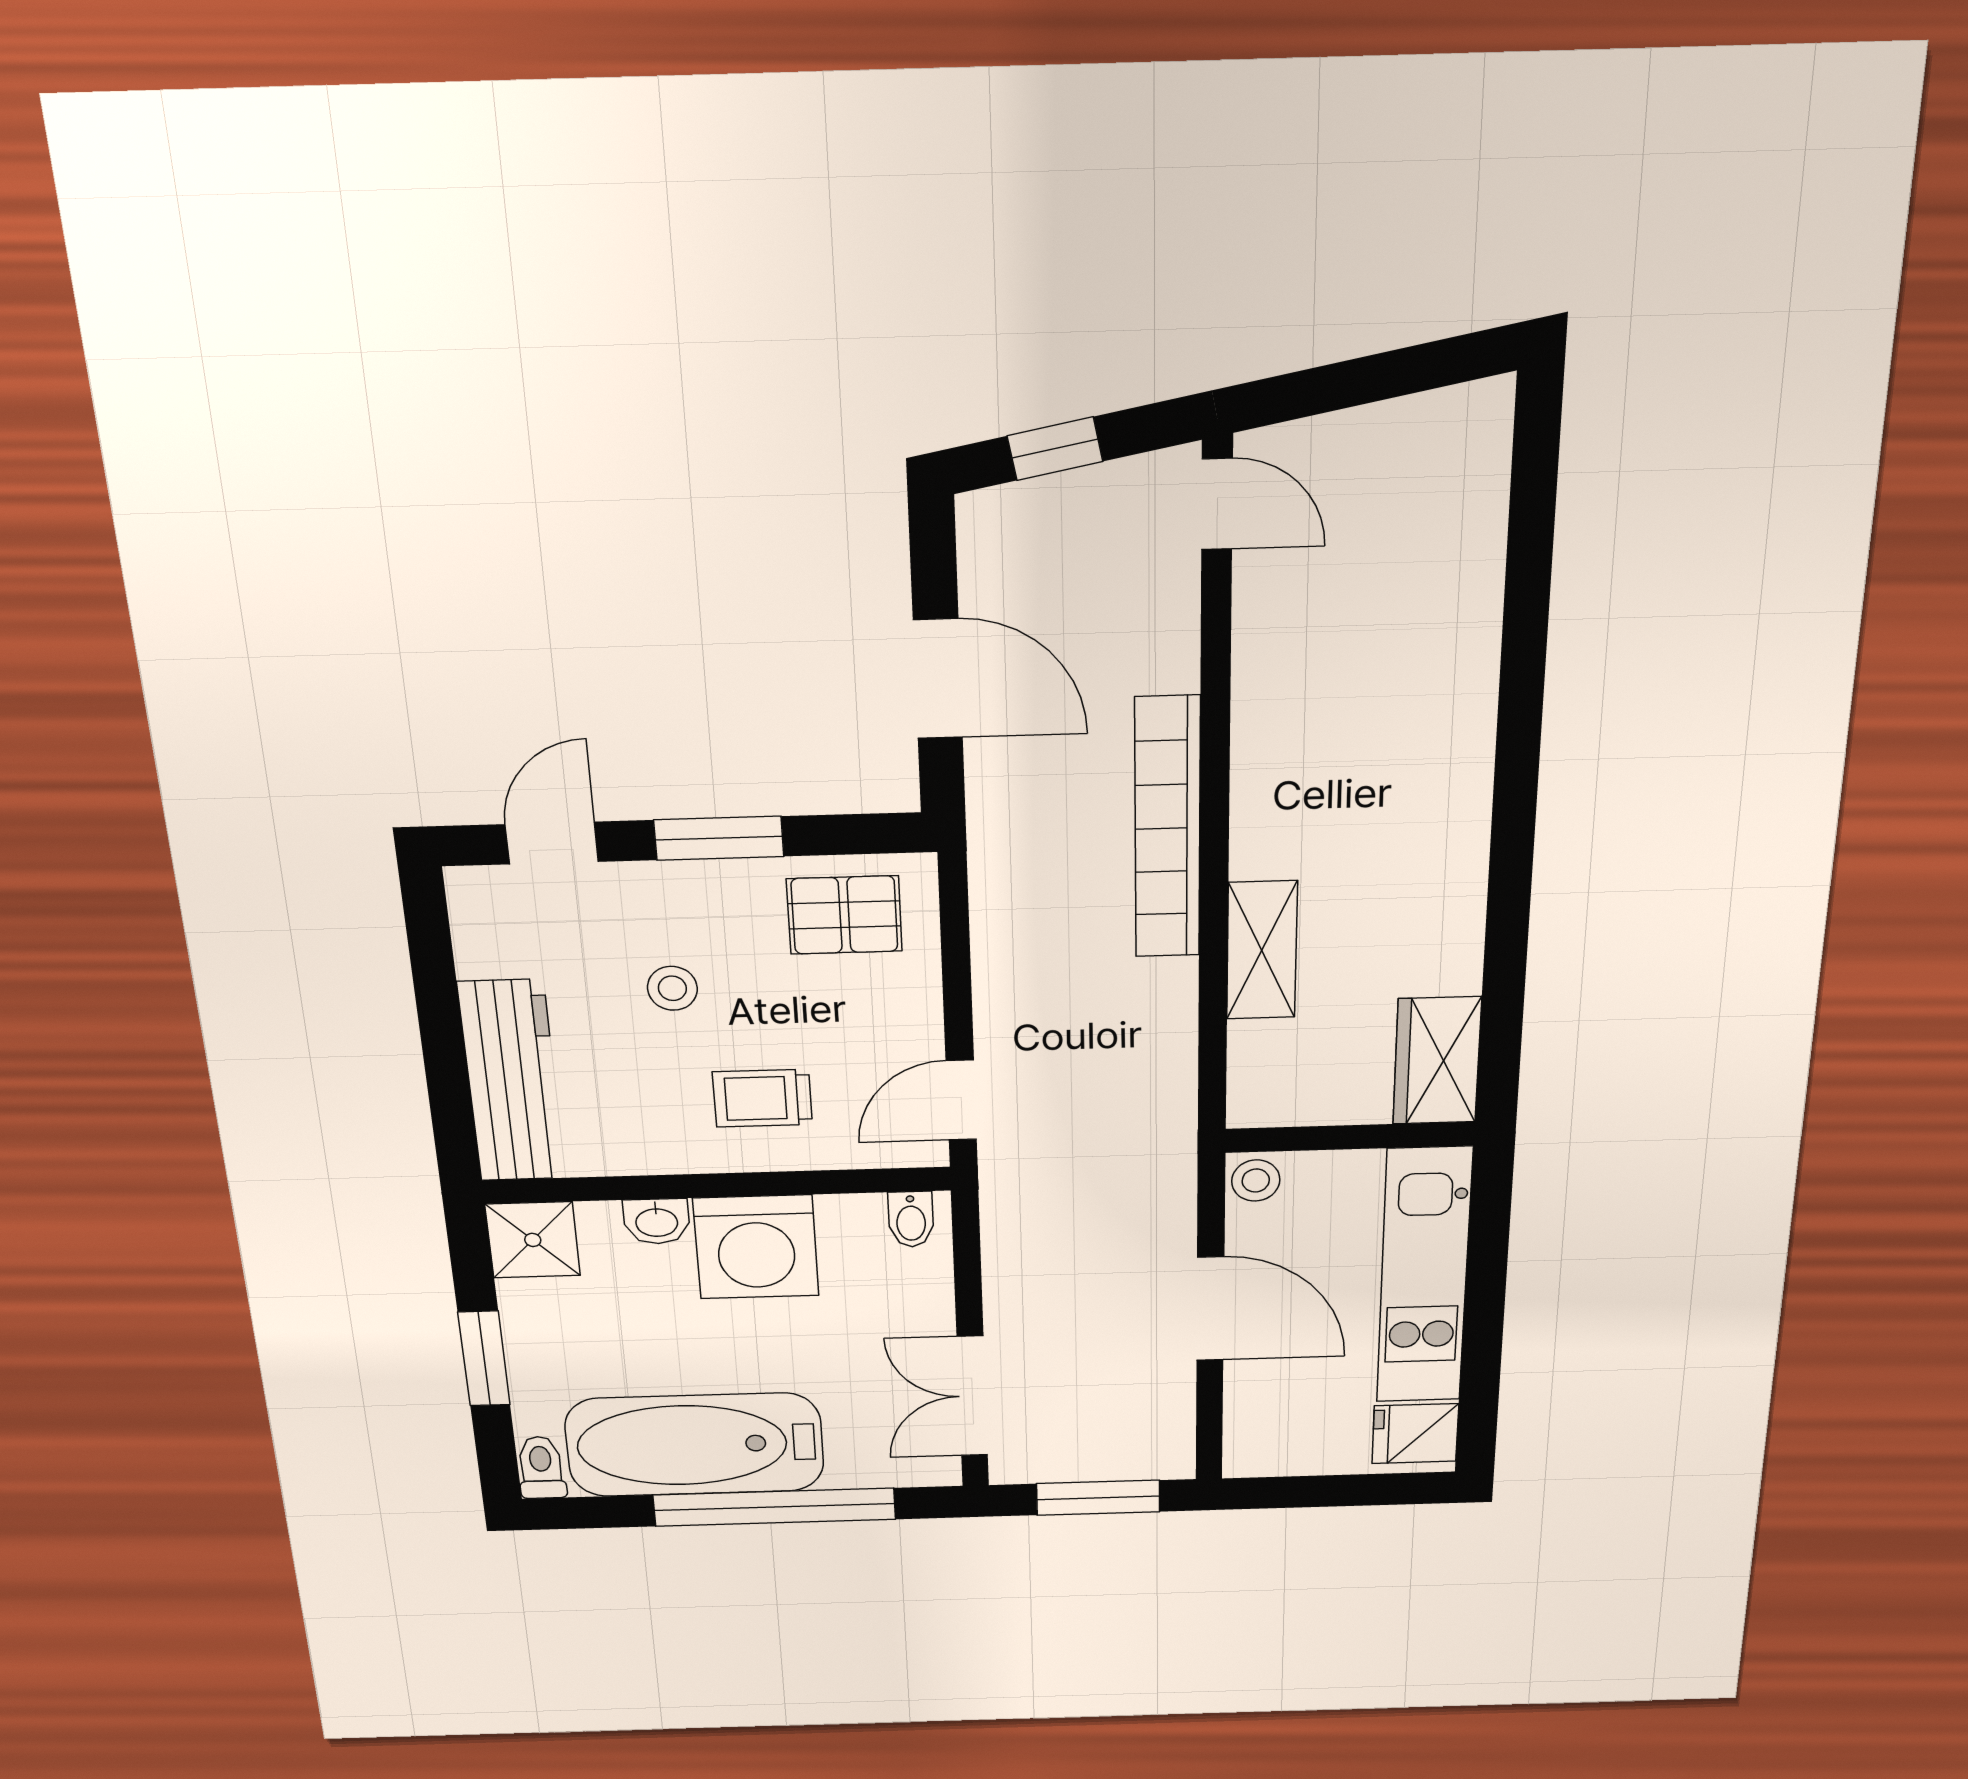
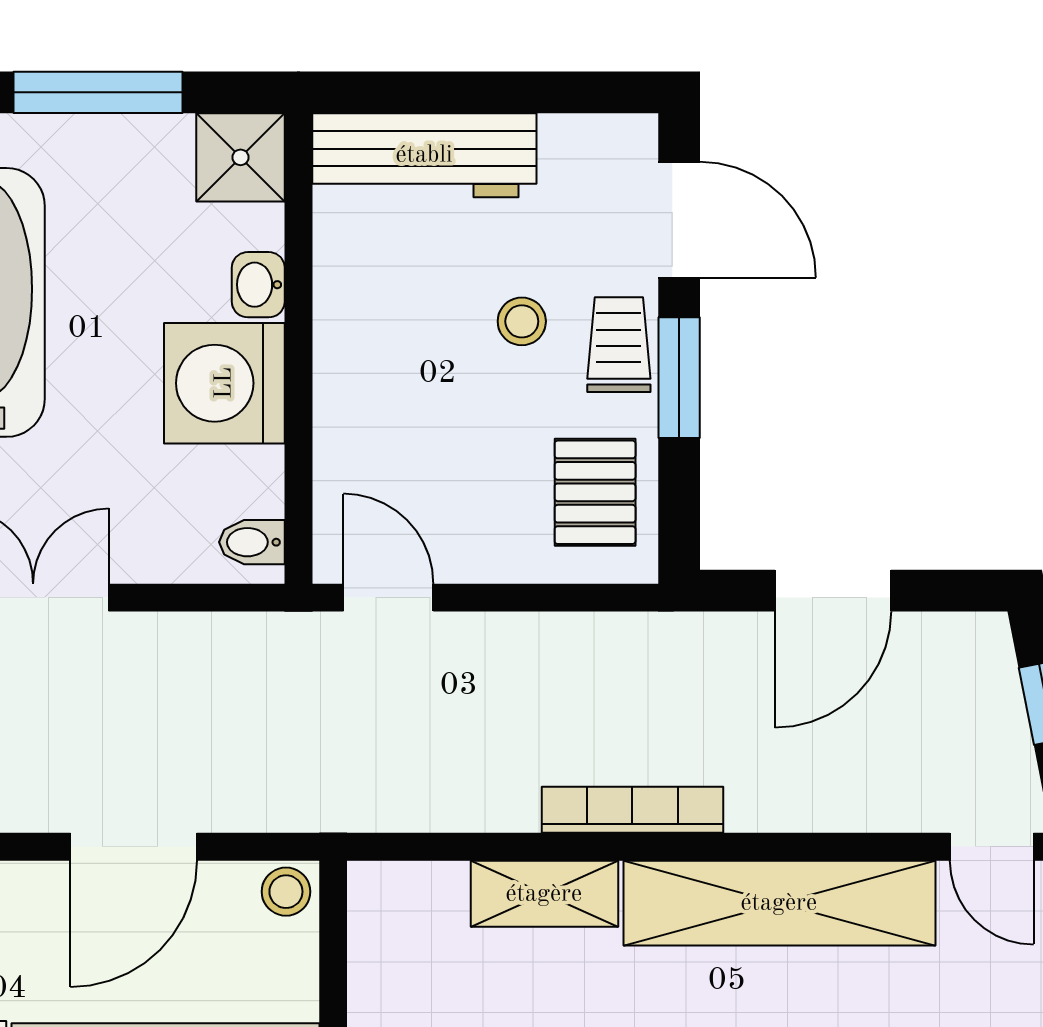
door: (1217, 504) -> (992, 847), hinge flipped
shelving: (1276, 723) -> (779, 903), added
bookcase: (1168, 828) -> (632, 810), width x0.68, depth x0.76
door: (552, 843) -> (679, 220), width x1.38
trolley: (762, 1098) -> (619, 345), moved
window: (484, 1359) -> (98, 92), width x1.44

